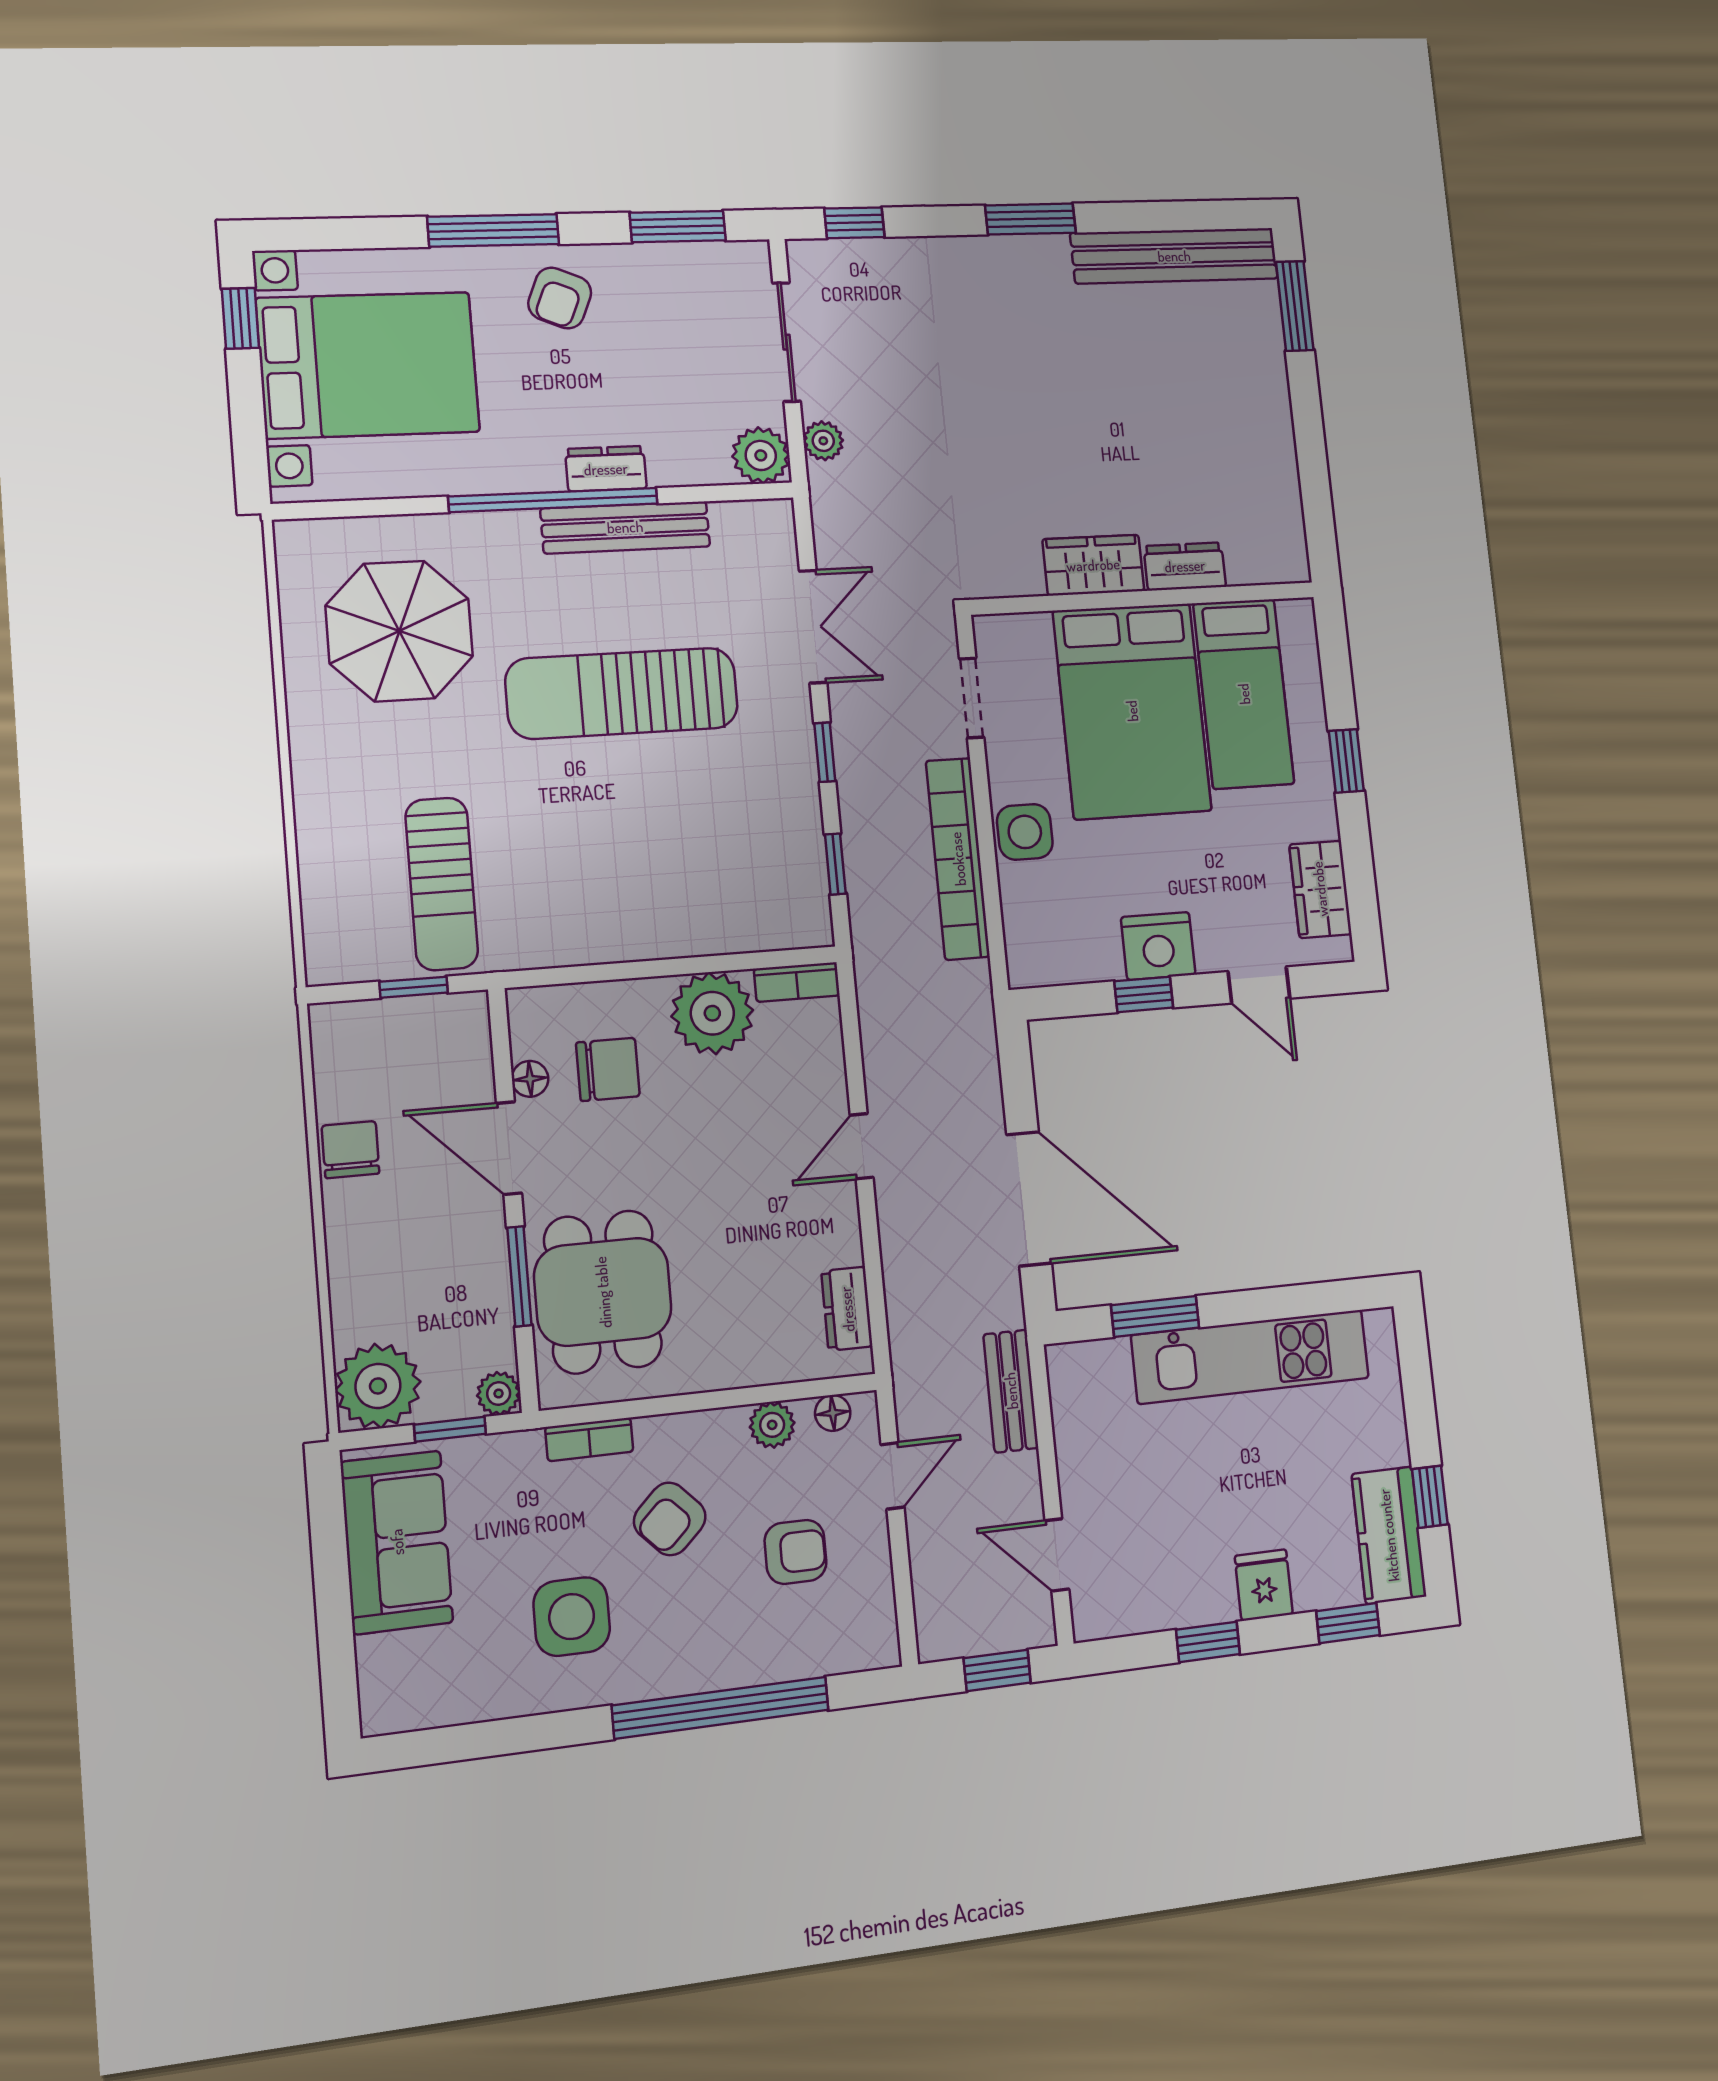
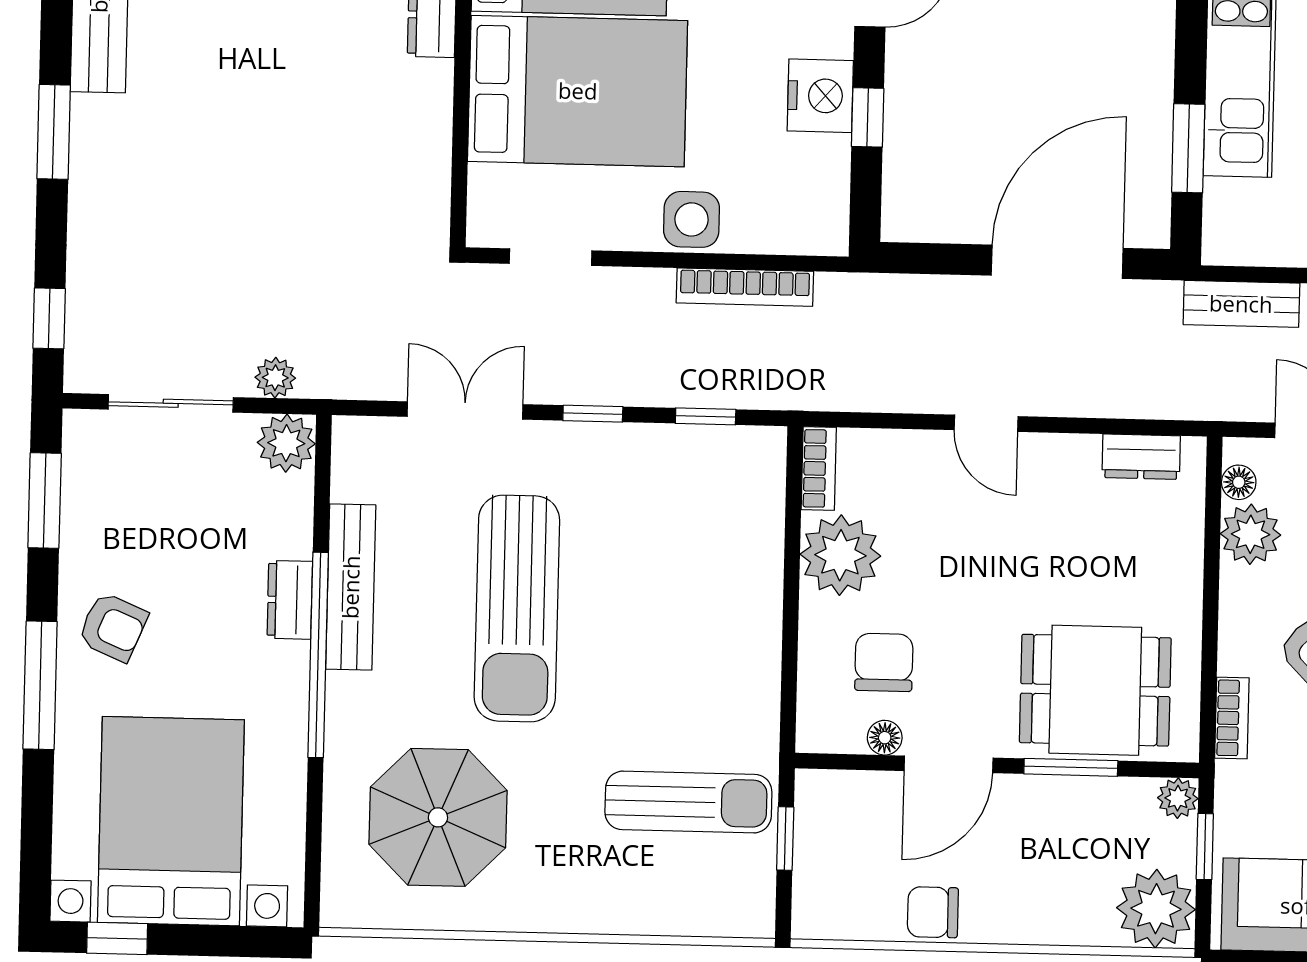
wardrobe: (1093, 565) -> (423, 112), removed
bookcase: (958, 859) -> (745, 287), width x0.68, depth x0.76
plant: (772, 1425) -> (1251, 534), width x1.38, depth x1.38

